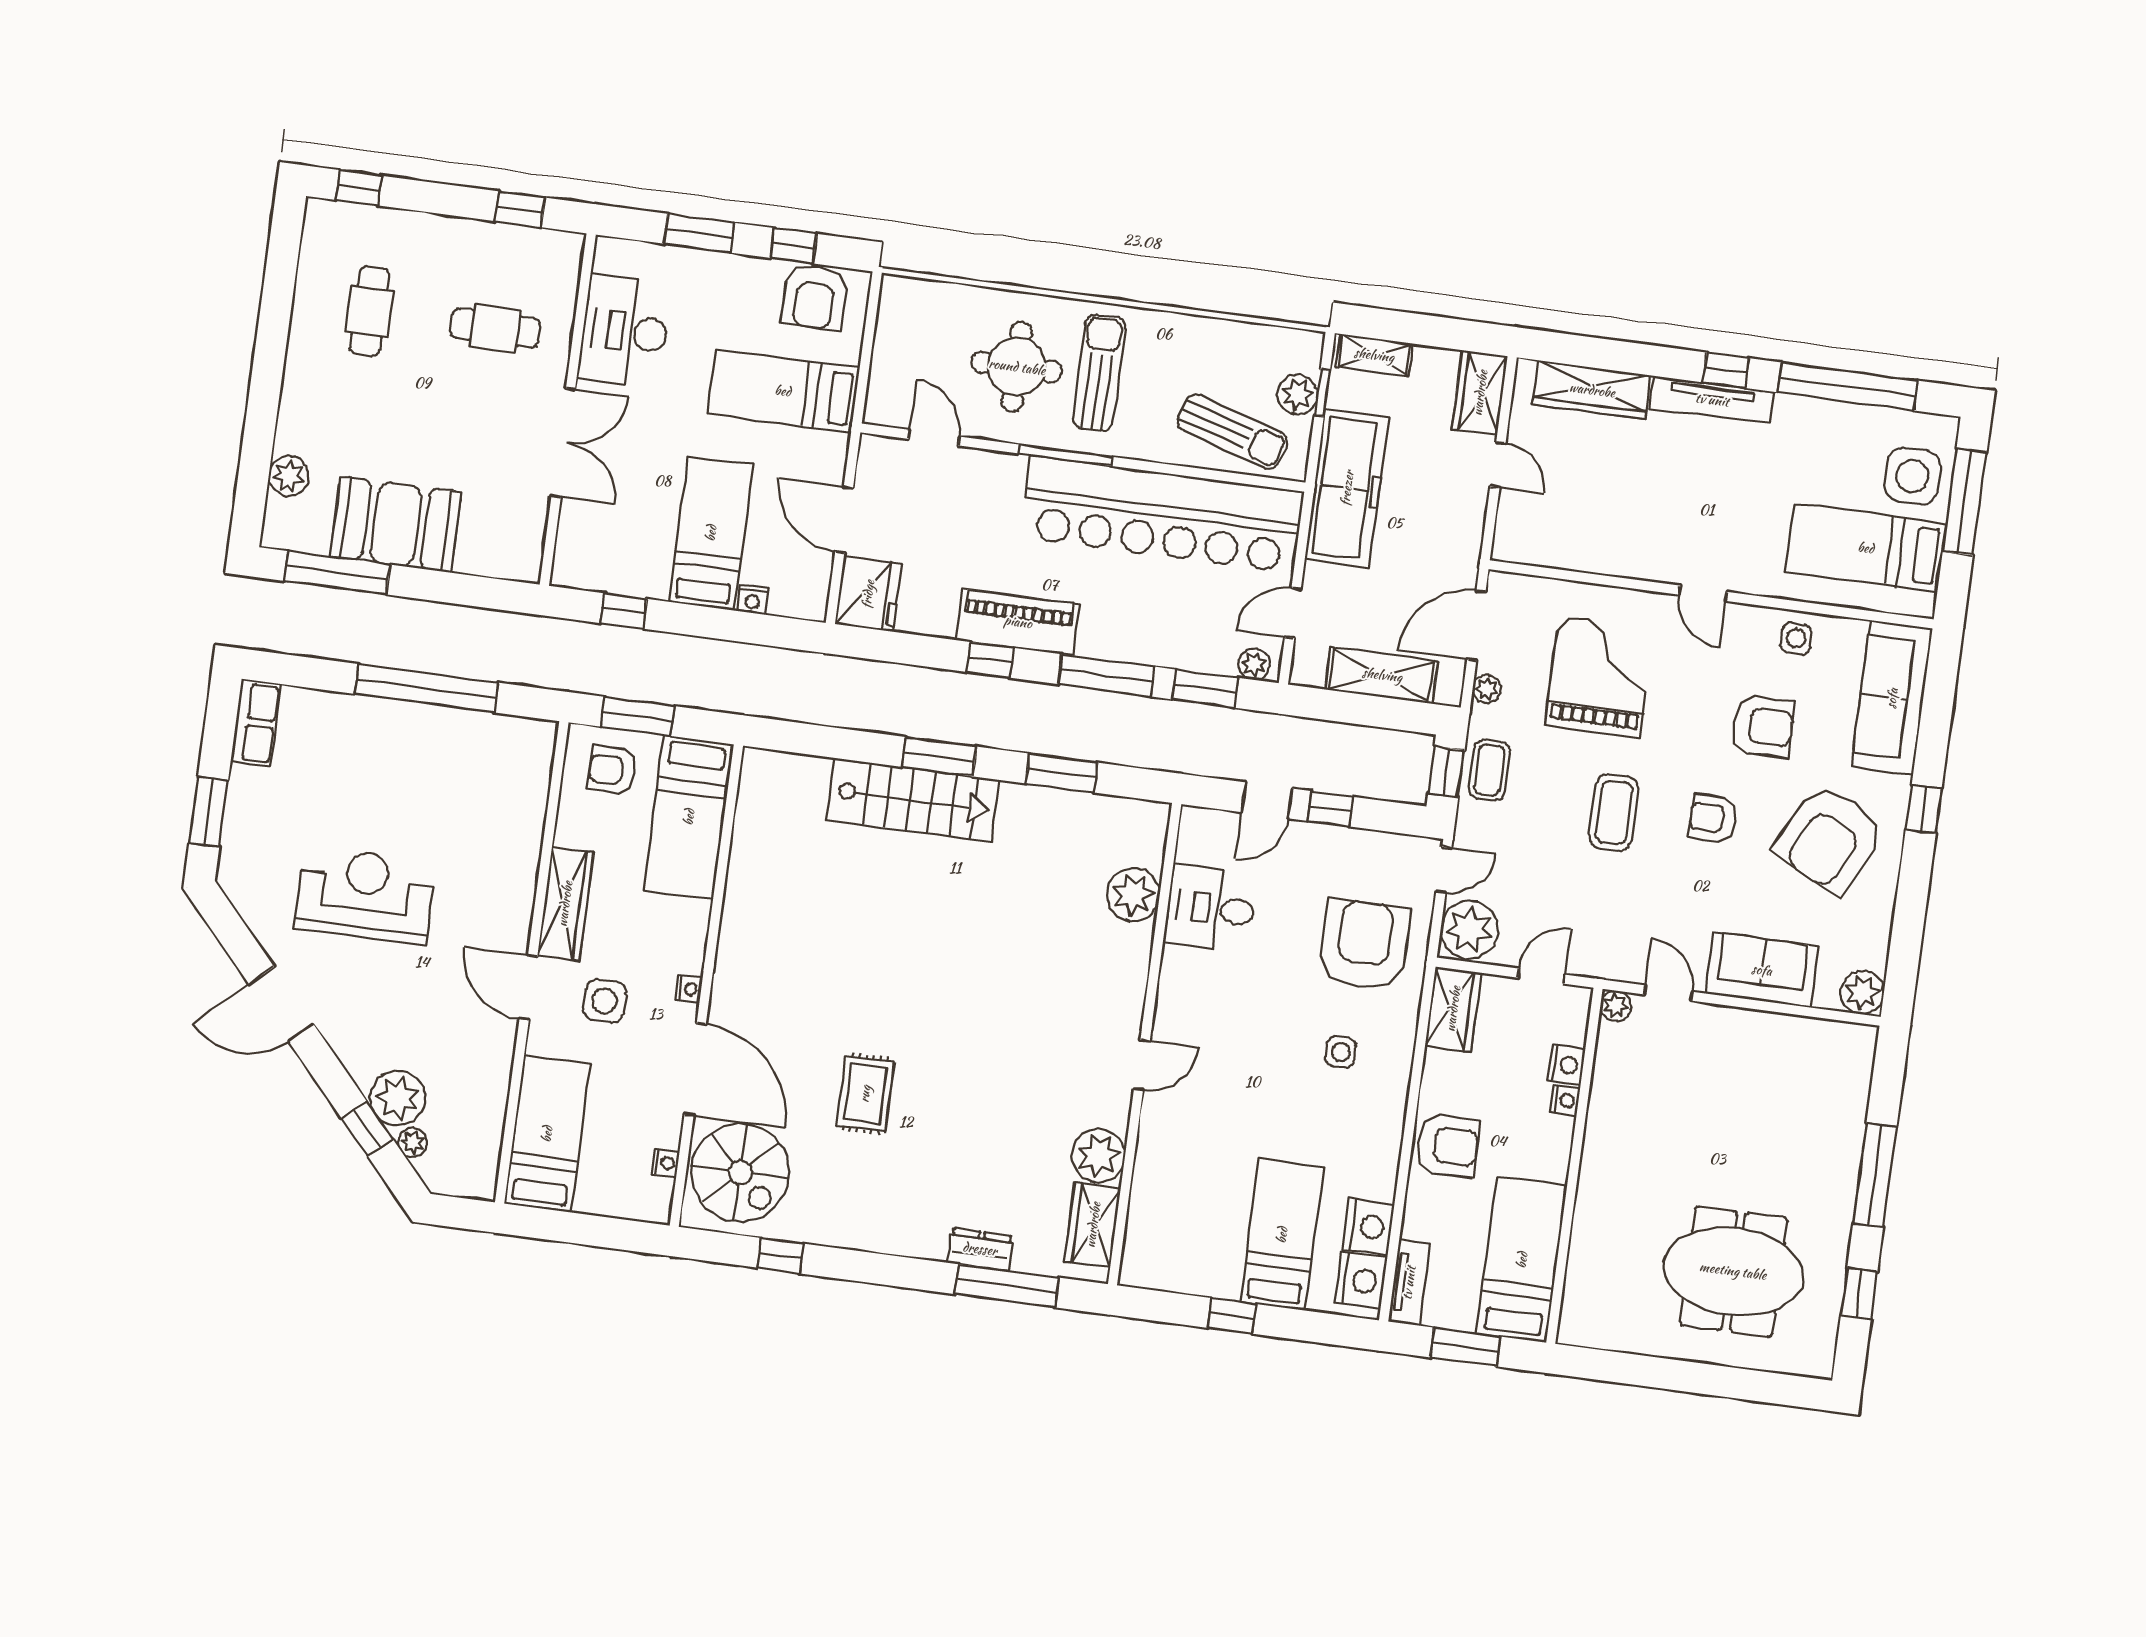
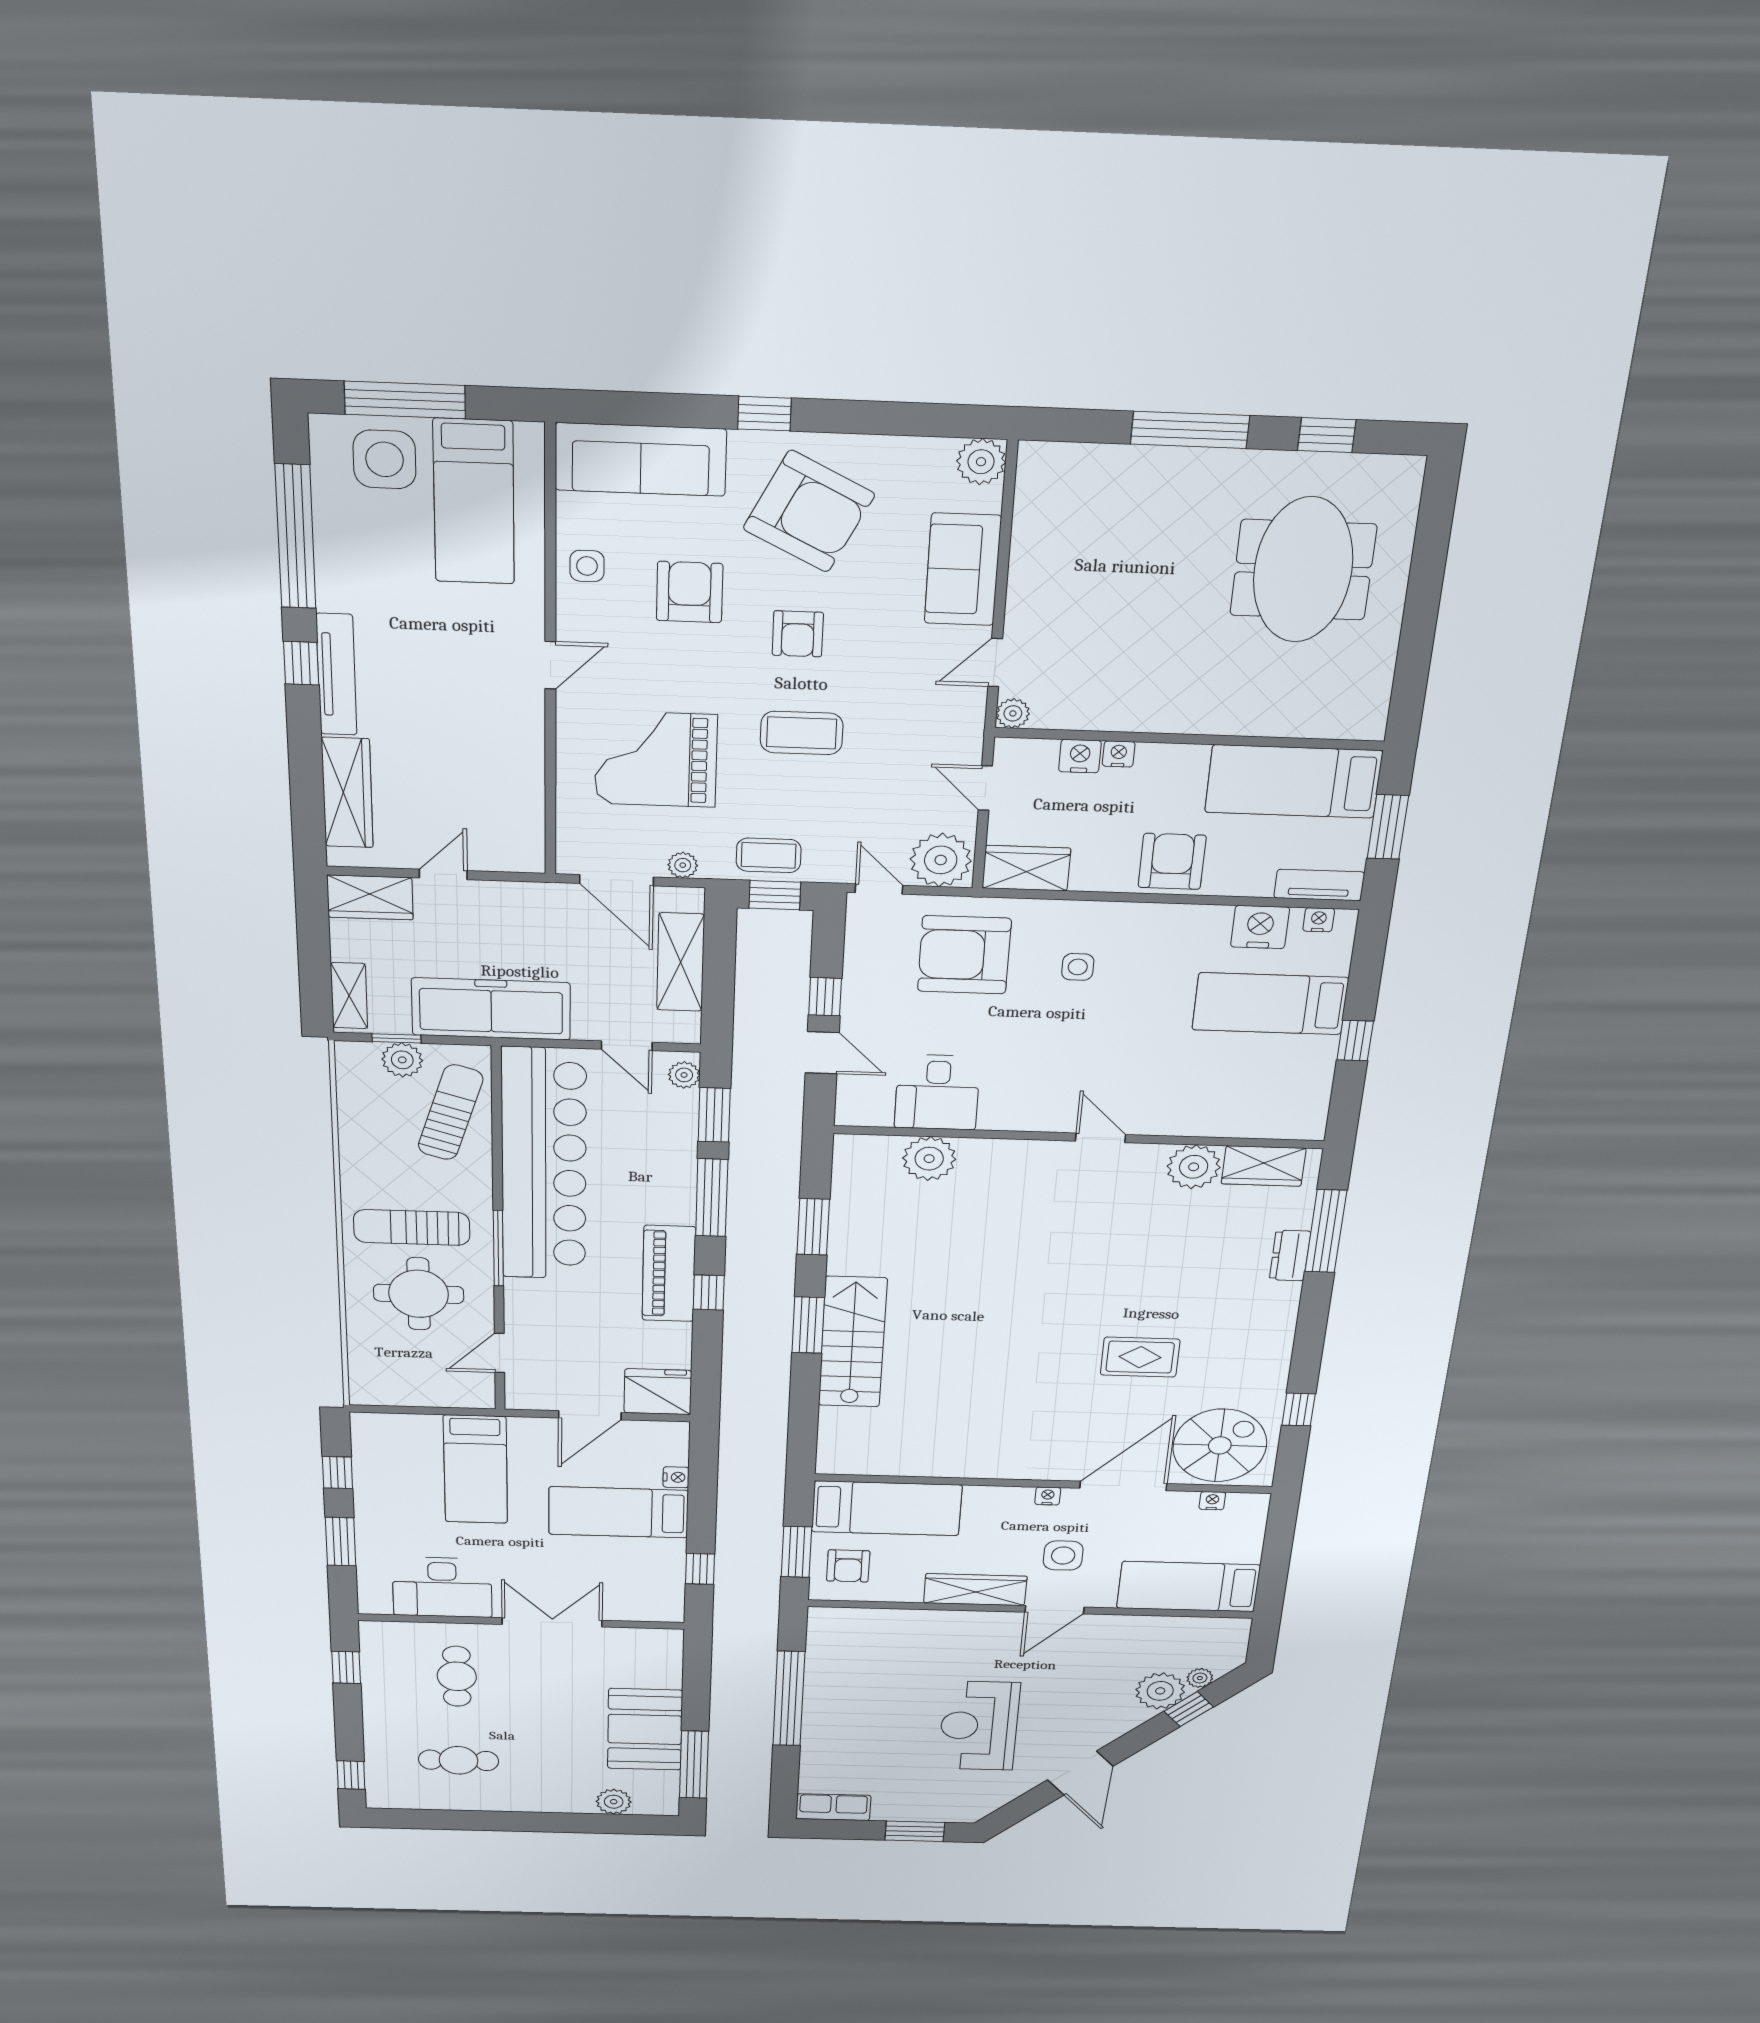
armchair: (814, 297) -> (383, 1453), removed
nightstand: (1361, 1281) -> (1319, 920), width x0.53, depth x0.56

